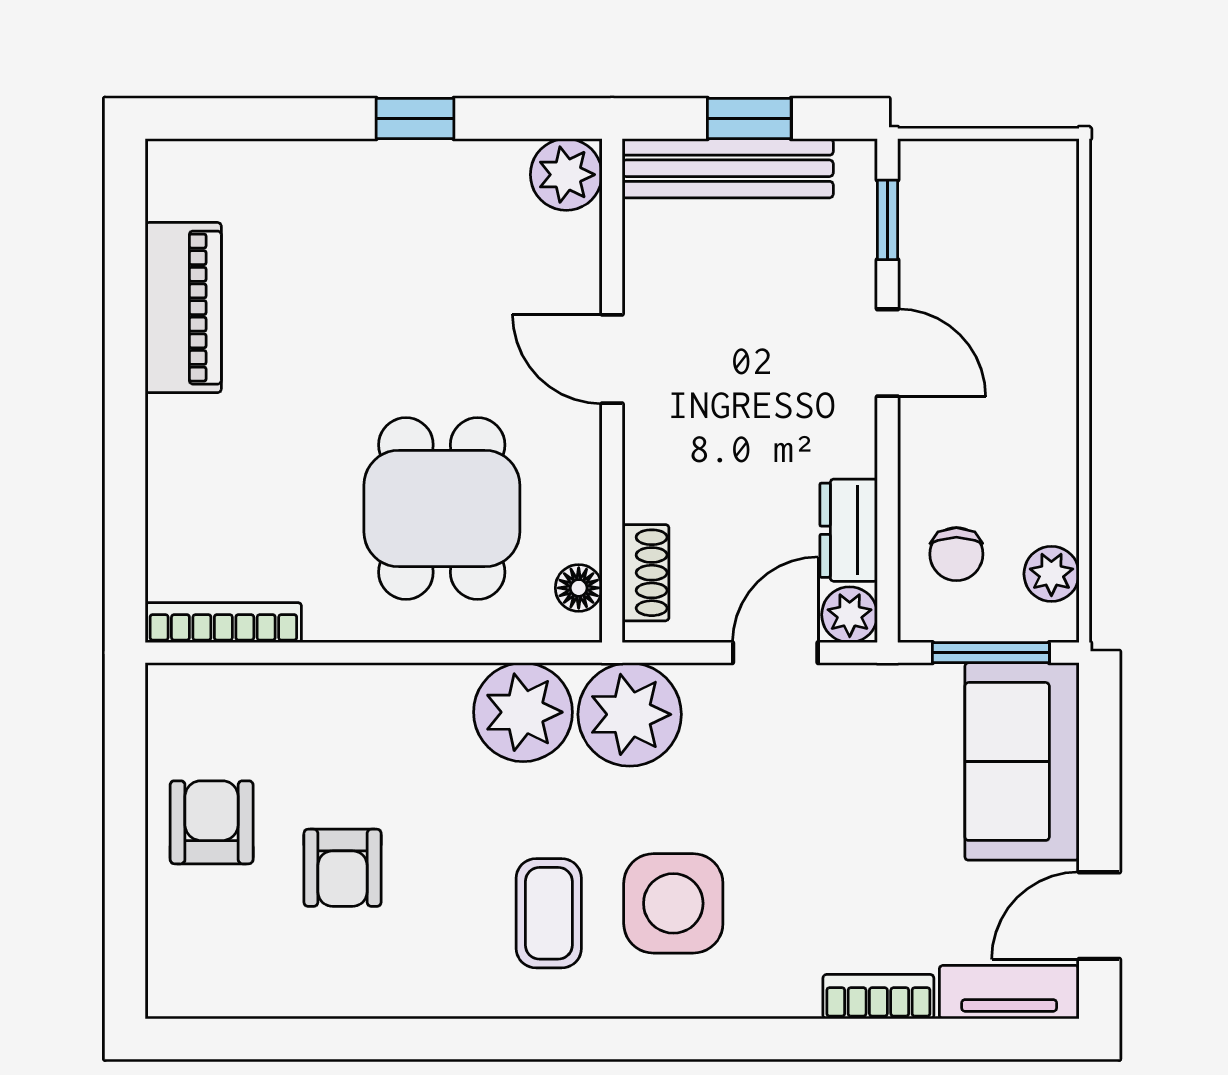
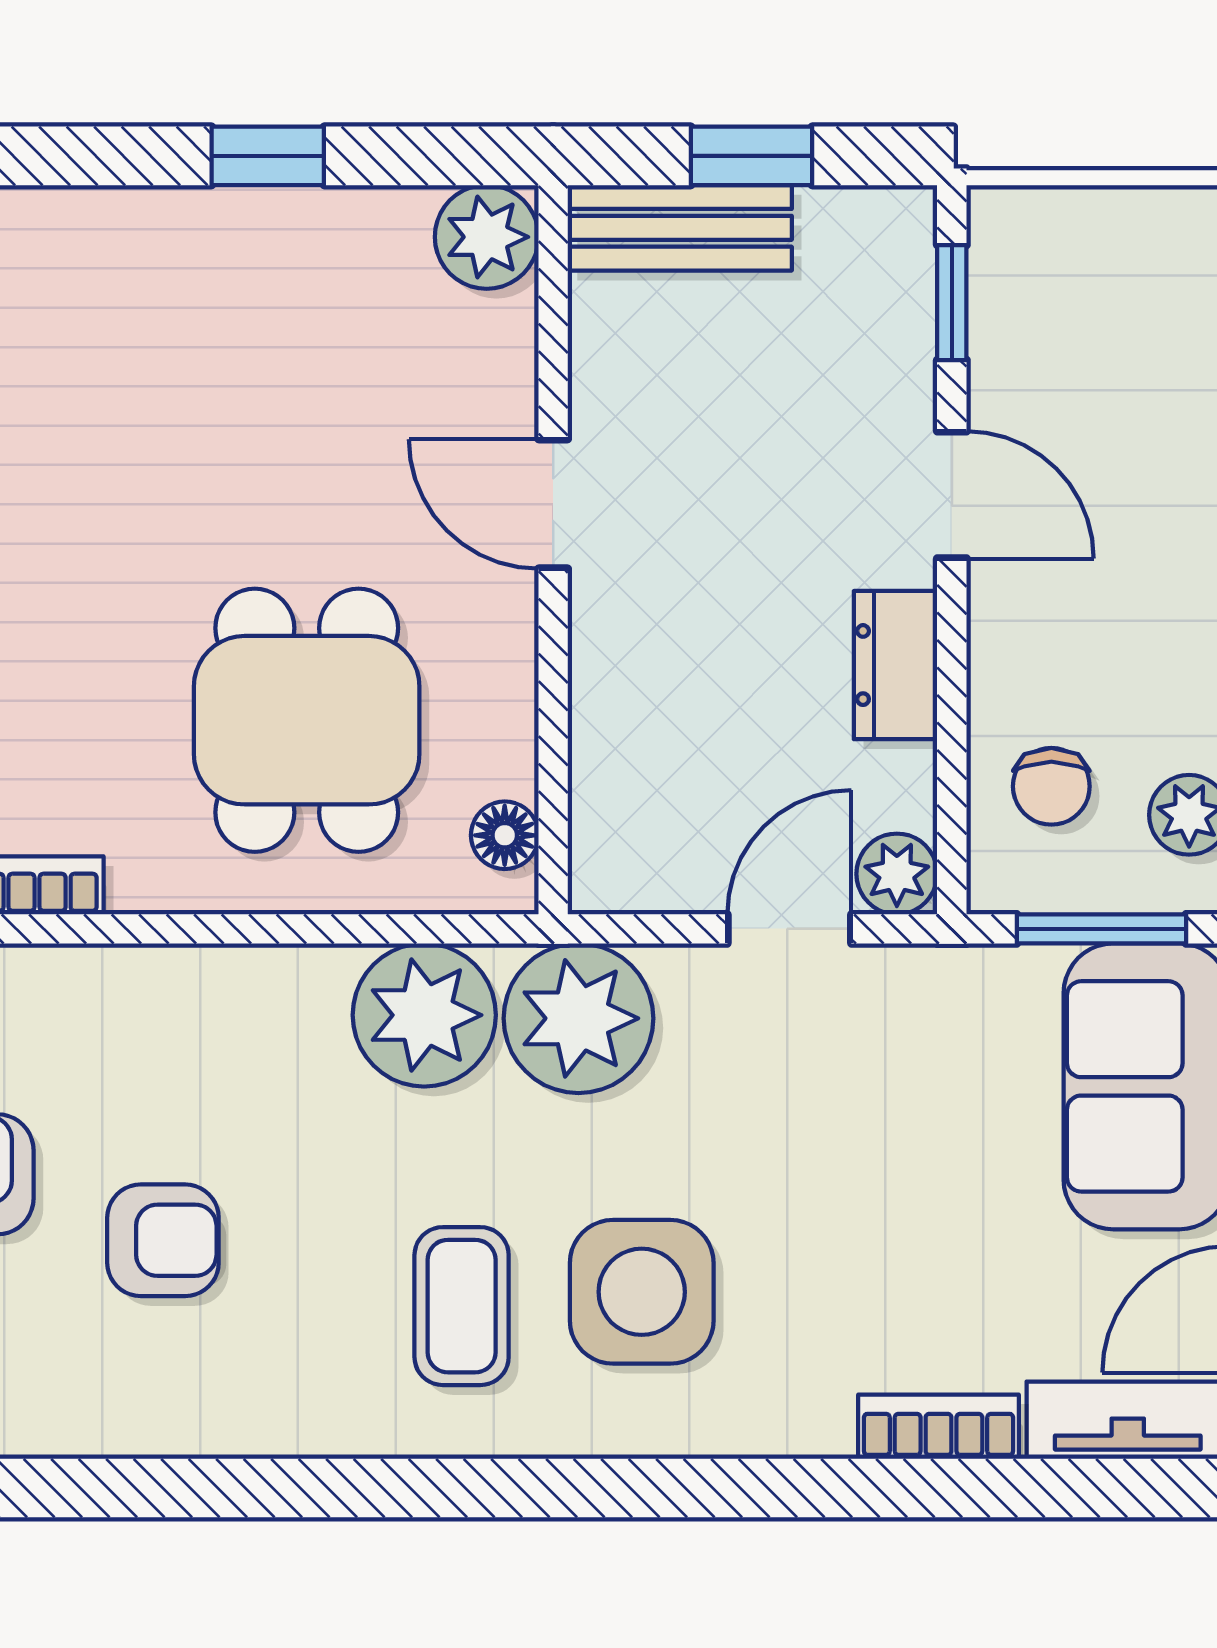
bench: (728, 168) -> (680, 228), width x0.73
dresser: (849, 530) -> (896, 665), moved
shoe rack: (646, 573) -> (602, 813), removed
armchair: (343, 868) -> (163, 1240), turned -90

